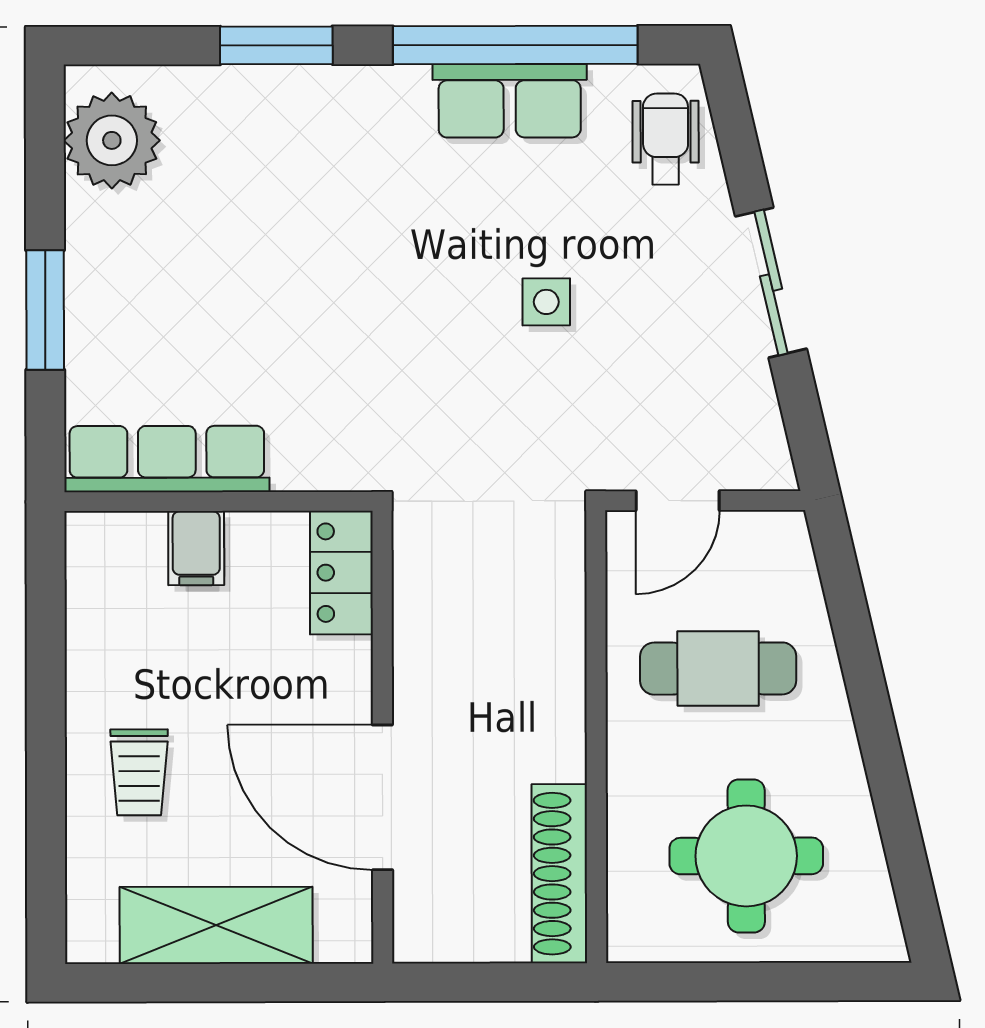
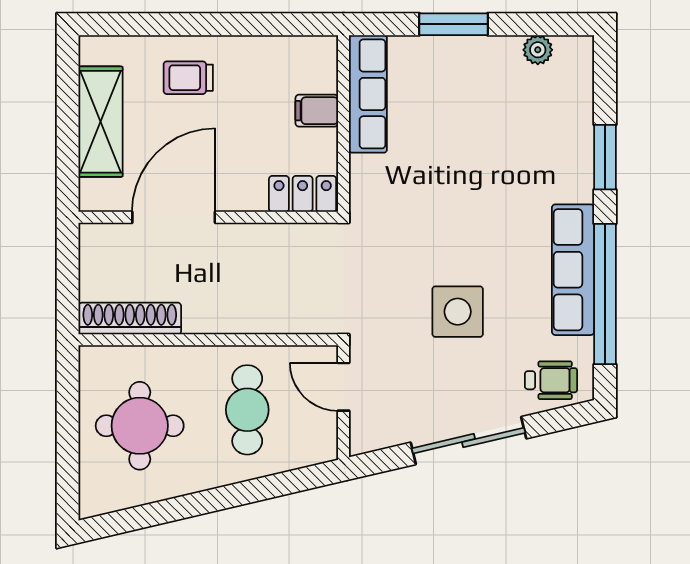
row of seats: (510, 101) -> (573, 270), width x1.48
plant: (112, 140) -> (538, 50), width x0.53, depth x0.53
sliding door: (771, 283) -> (468, 441), width x1.37
side table: (546, 302) -> (458, 312), width x1.87, depth x1.87

